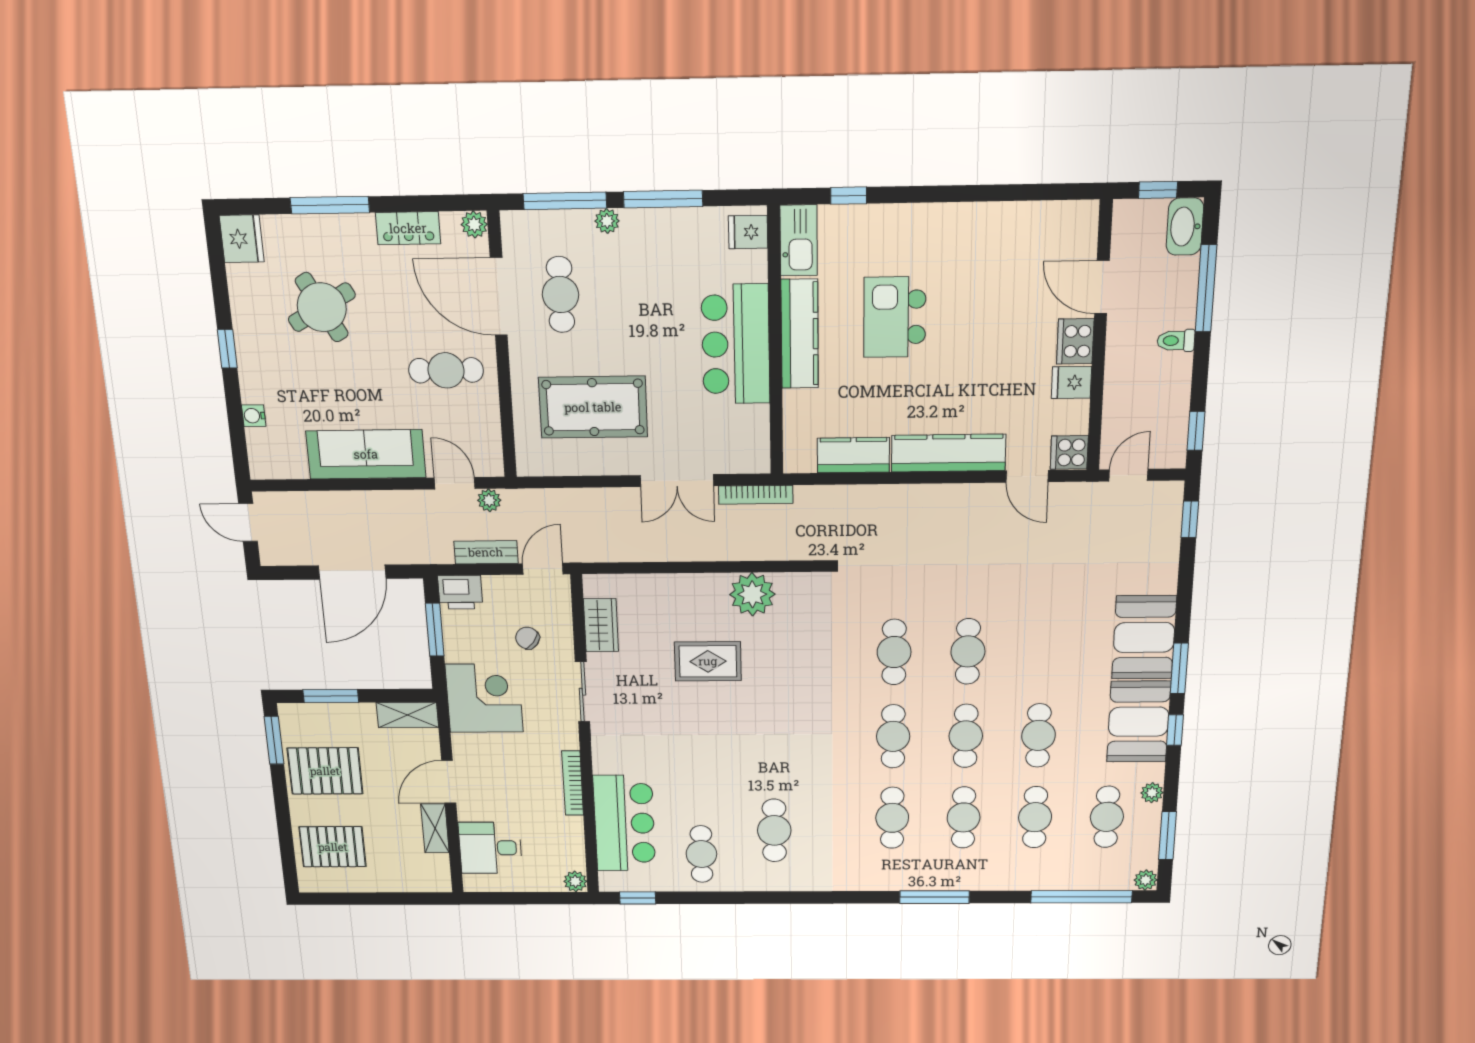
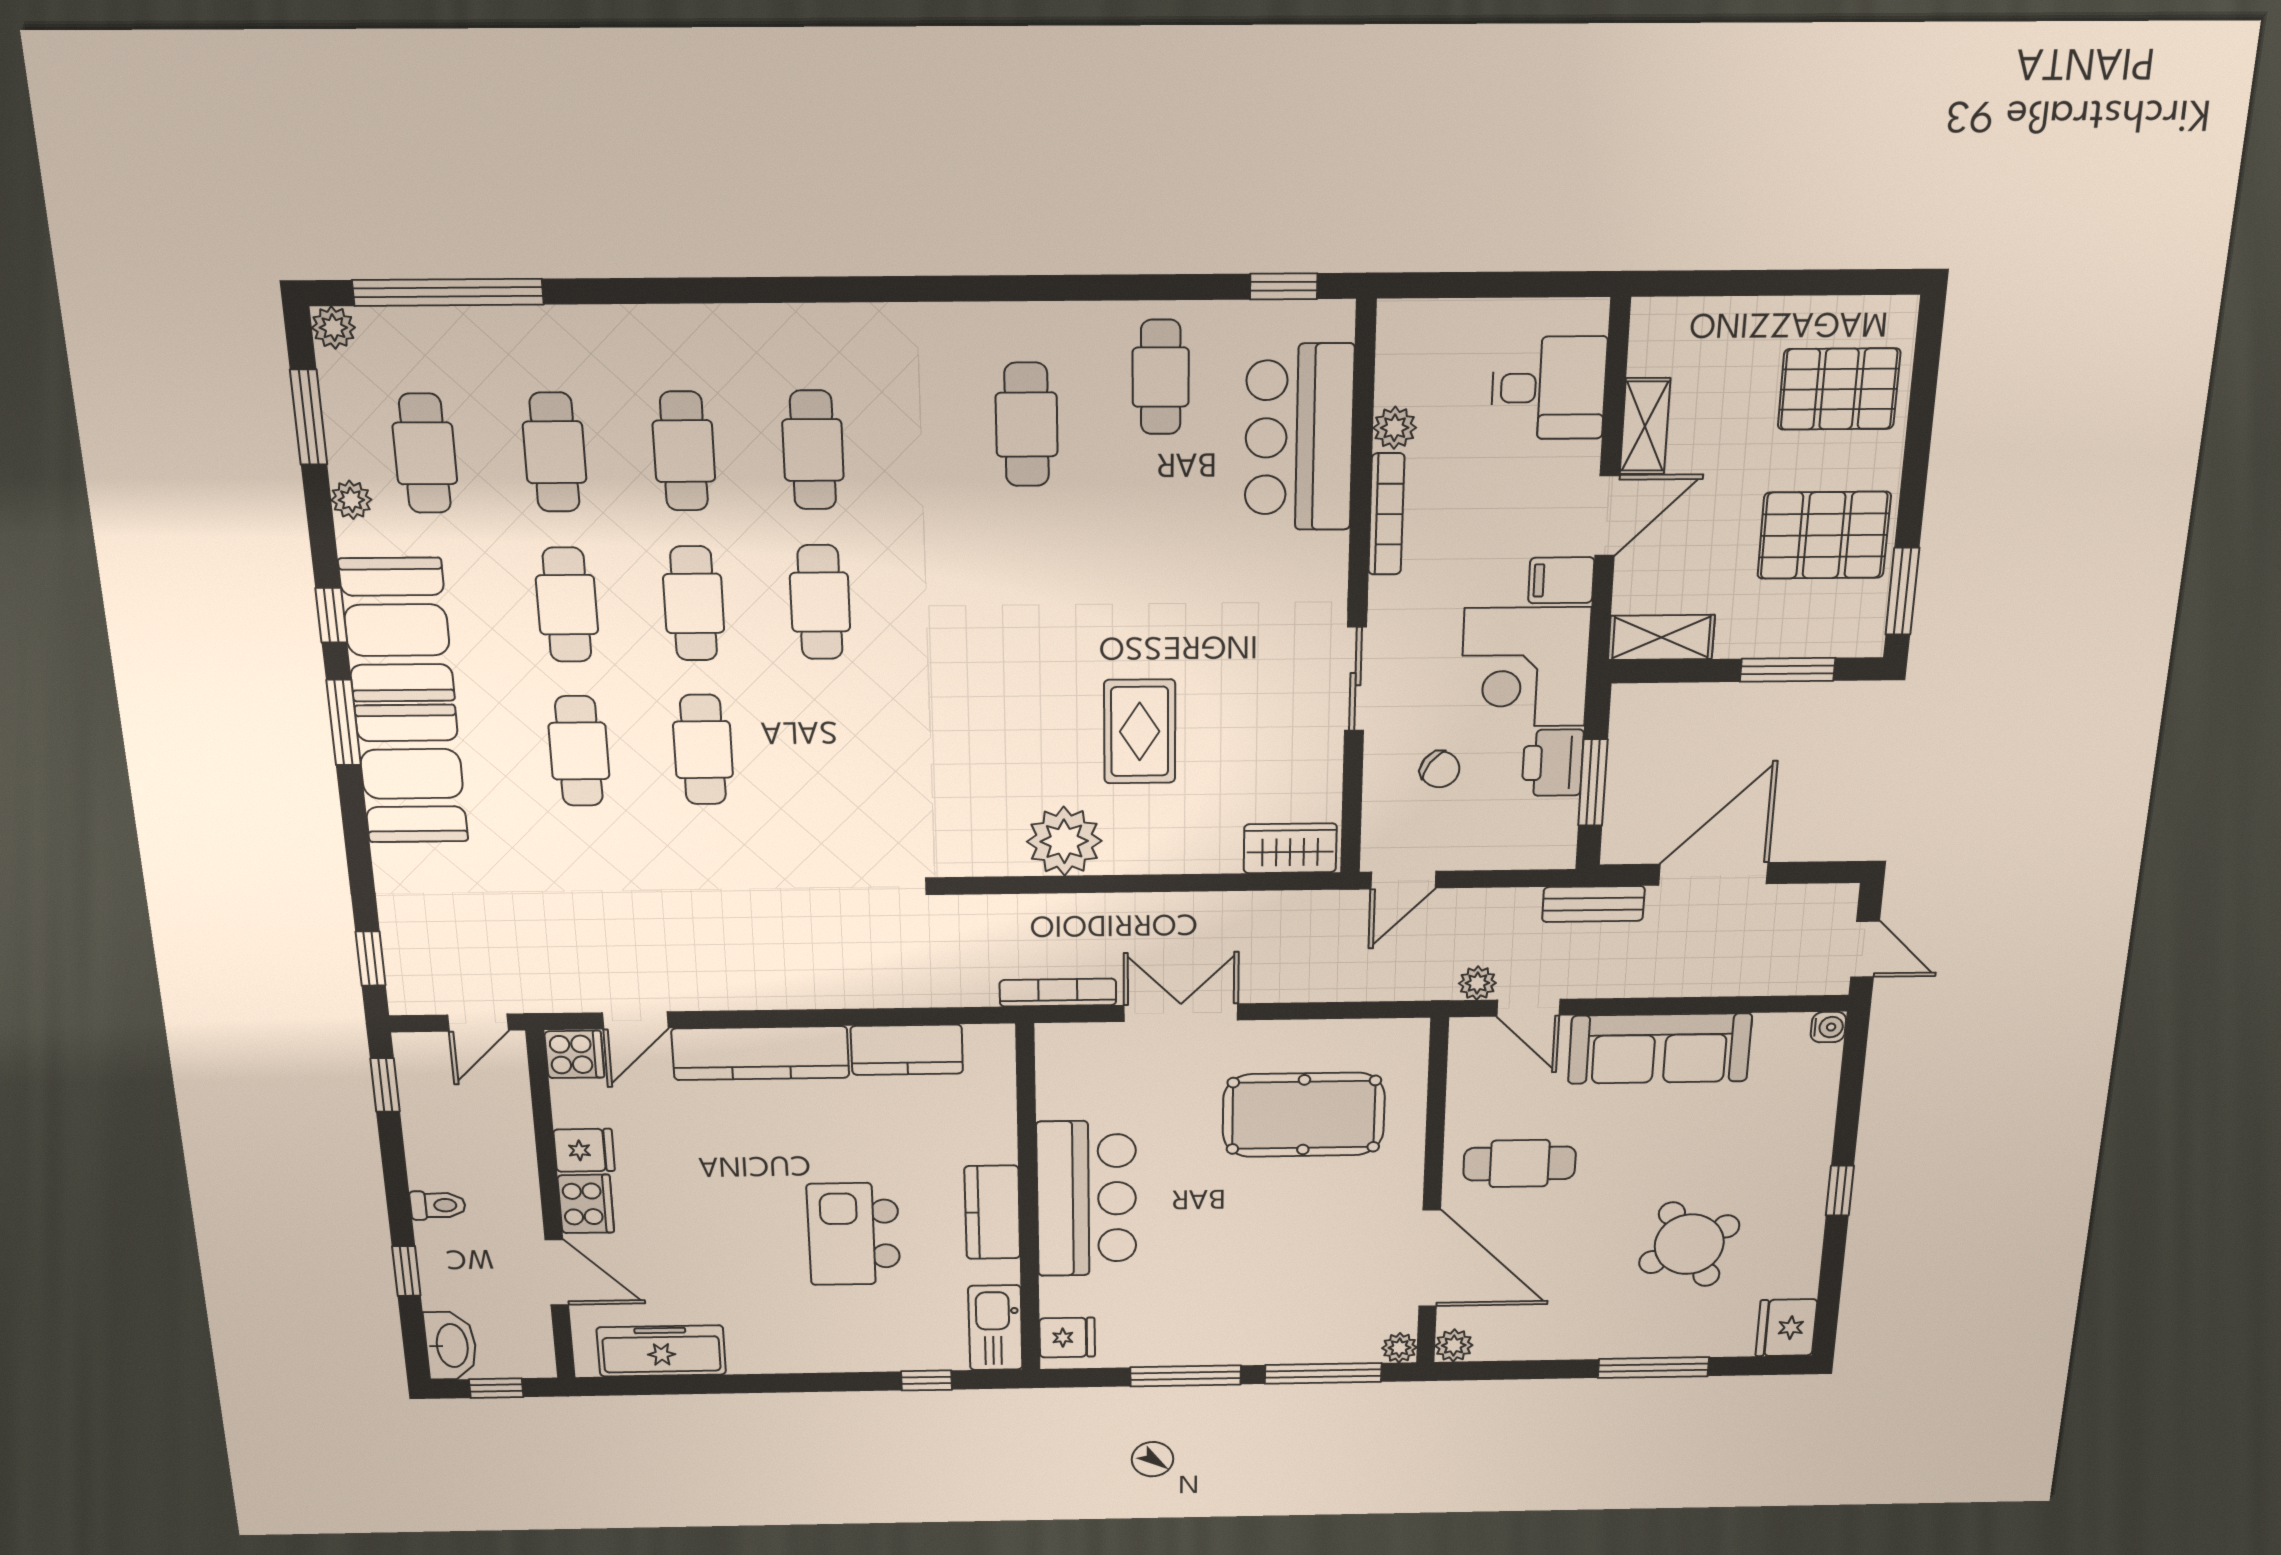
plant: (607, 221) -> (1399, 1348), moved
freezer: (1036, 222) -> (661, 1351), added
locker: (408, 228) -> (1548, 1341), removed
window: (1206, 288) -> (406, 1271), width x0.46
cafe table: (560, 295) -> (1340, 1261), removed
kitchen island: (895, 317) -> (854, 1234), turned 180
kitchen counter: (800, 334) -> (992, 1212), width x0.67
water cooler: (254, 416) -> (1828, 1027), moved
door: (1027, 476) -> (635, 1020), swing flipped
bench: (486, 552) -> (1593, 904), moved
printer: (460, 592) -> (1553, 763), moved, turned -90
wardrobe: (601, 625) -> (1290, 848), moved, turned 90
cafe table: (894, 652) -> (579, 751), moved
rug: (708, 661) -> (1140, 732), turned 90
filing cabinet: (470, 747) -> (1561, 580), added
plant: (575, 881) -> (1395, 428), moved
window: (934, 897) -> (724, 290), removed

